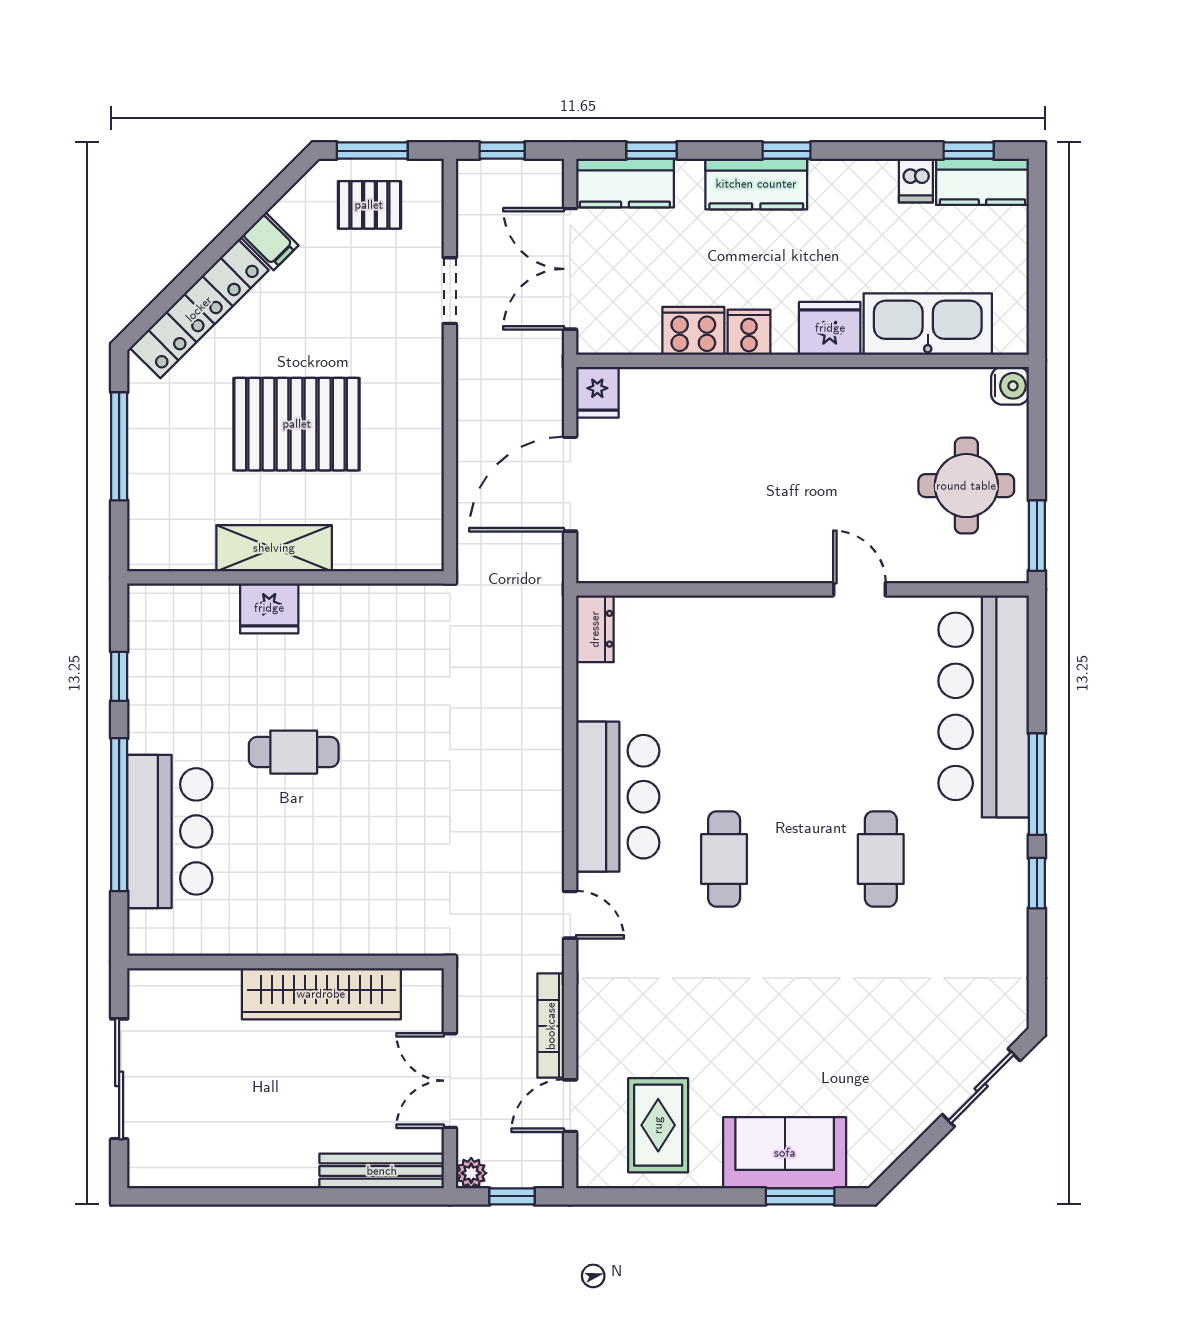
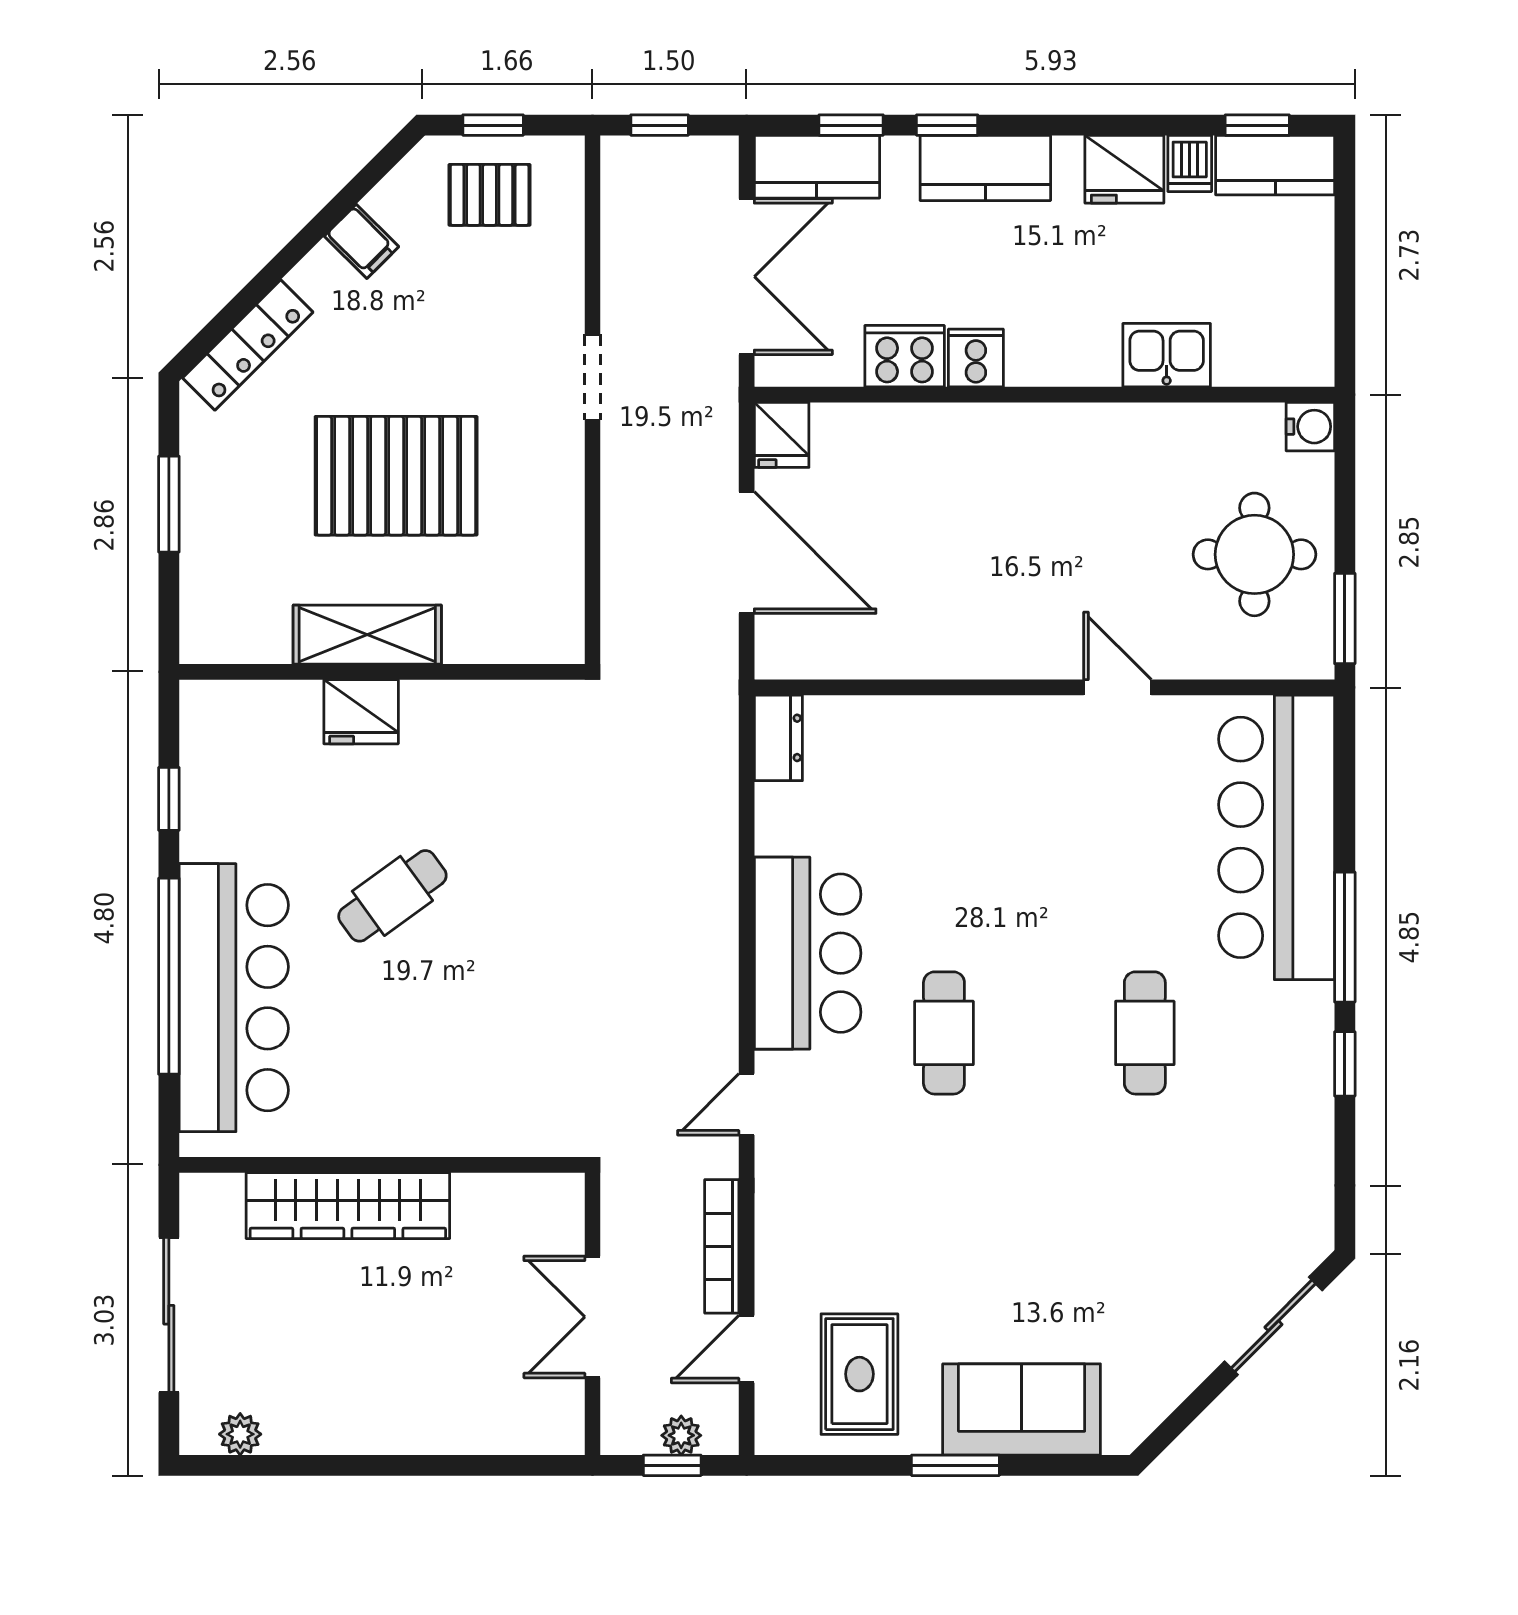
window: (372, 151) -> (493, 125), width x0.67
window: (786, 151) -> (947, 125), moved
double door: (570, 269) -> (747, 277), swing flipped
doorway: (450, 291) -> (593, 377), moved
locker: (199, 309) -> (248, 345), width x0.71, depth x0.83
kitchen sink: (928, 324) -> (1167, 355), width x0.53, depth x0.81
fridge: (830, 328) -> (1124, 169), moved, turned 180
window: (119, 446) -> (169, 504), width x0.69
door: (570, 484) -> (747, 553), swing flipped
cafe table: (294, 752) -> (392, 896), turned -36
bar counter: (170, 831) -> (234, 998), width x1.36
door: (570, 915) -> (747, 1104), swing flipped
wardrobe: (321, 994) -> (348, 1206), moved
bench: (382, 1171) -> (505, 1433), removed
plant: (175, 1172) -> (240, 1434), added
plant: (471, 1173) -> (681, 1435), moved
window: (800, 1196) -> (955, 1465), moved

